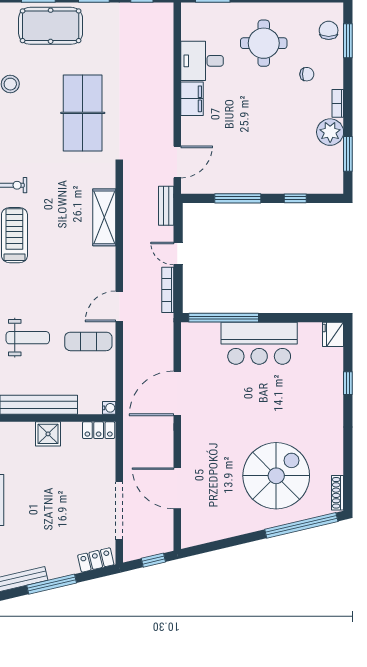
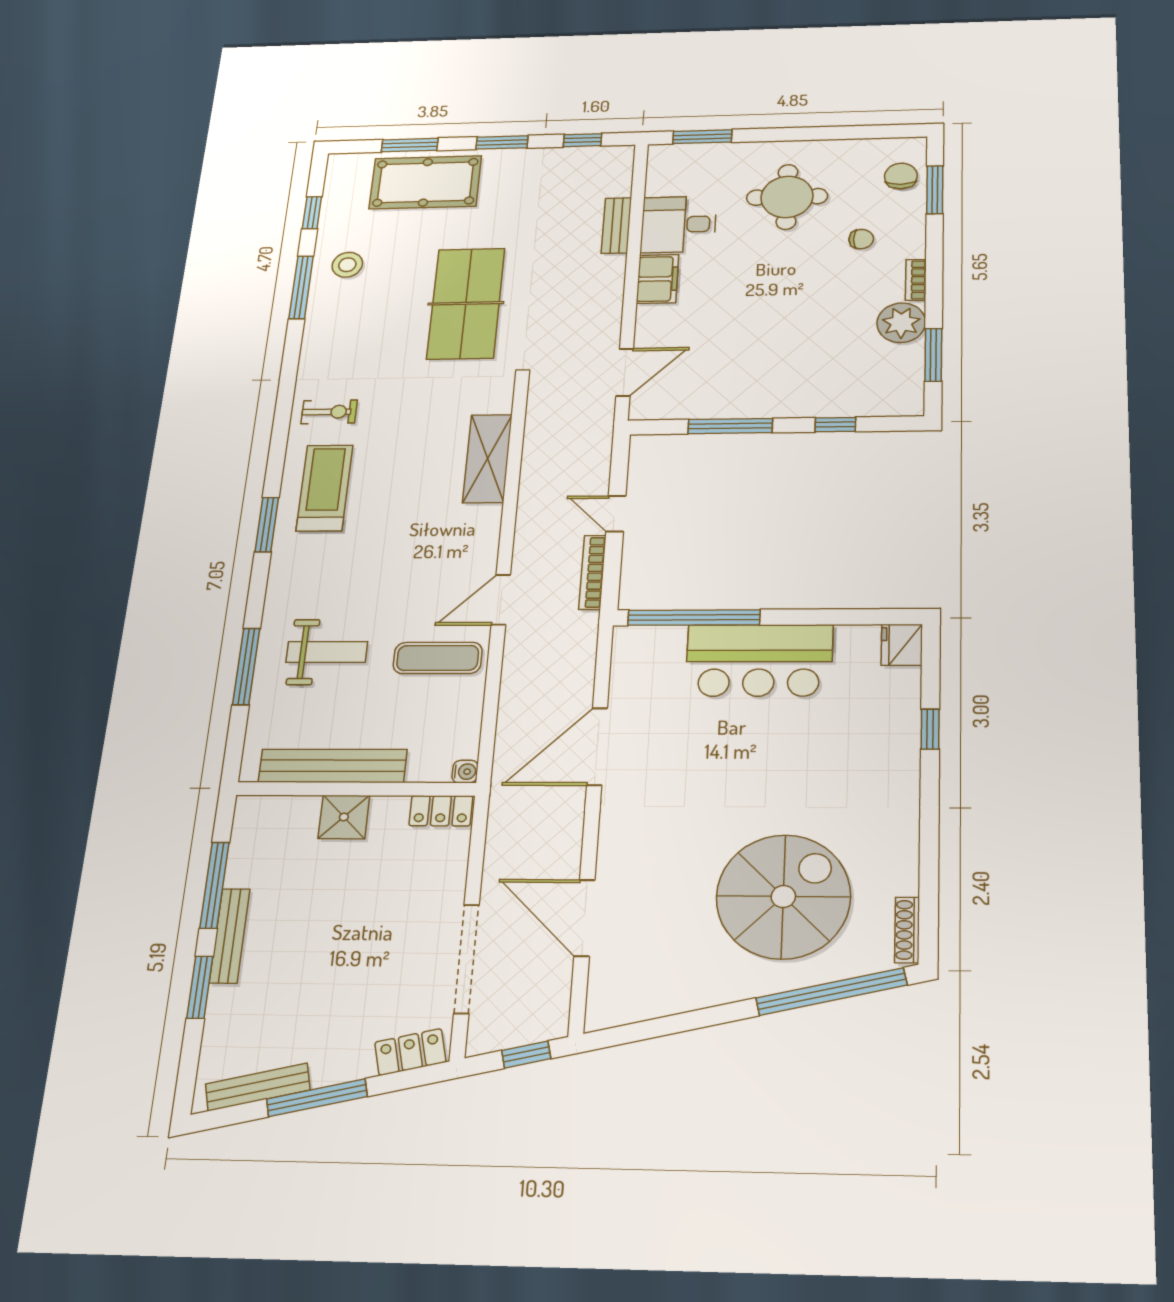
bench: (166, 206) -> (616, 226), moved

